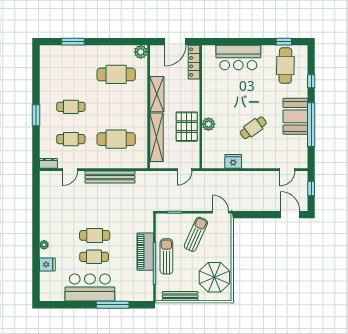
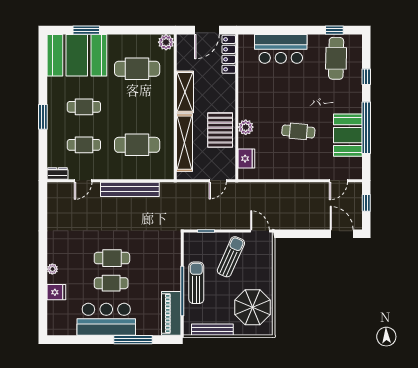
booth: (65, 63) -> (77, 55), added
booth: (295, 116) -> (348, 135), moved
cafe table: (253, 128) -> (298, 131), turned 41
fridge: (233, 161) -> (246, 159), moved, turned 90
piano: (145, 252) -> (171, 313), moved

